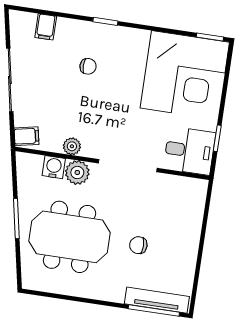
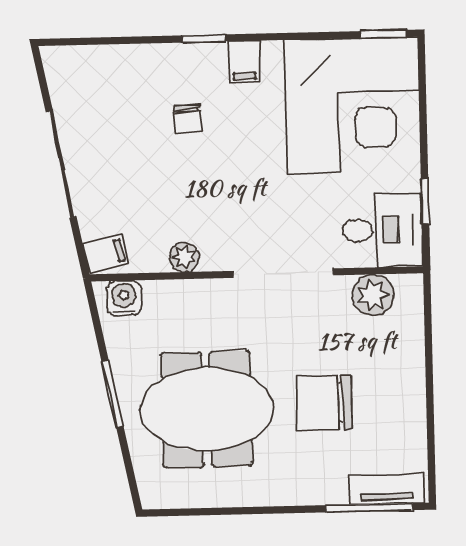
filing cabinet: (46, 27) -> (244, 62), moved
chair: (88, 66) -> (188, 119), turned 87
water cooler: (54, 167) -> (124, 298), moved
plant: (77, 173) -> (373, 295), moved
chair: (138, 245) -> (324, 403), width x1.87, depth x1.87
tv unit: (157, 300) -> (387, 489), width x0.71

